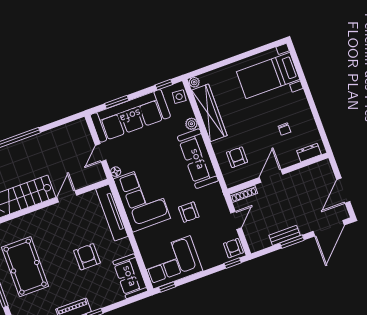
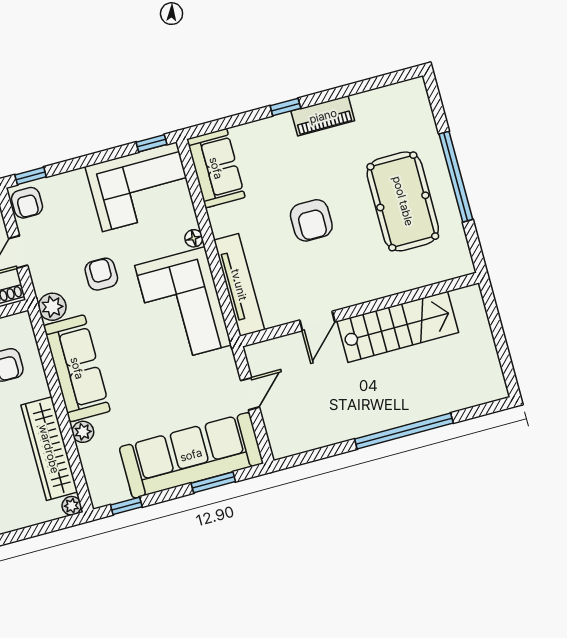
side table: (179, 97) -> (101, 482), removed
floor lamp: (116, 172) -> (194, 238), moved
plant: (214, 192) -> (52, 307), added
armchair: (87, 257) -> (311, 220), moved

